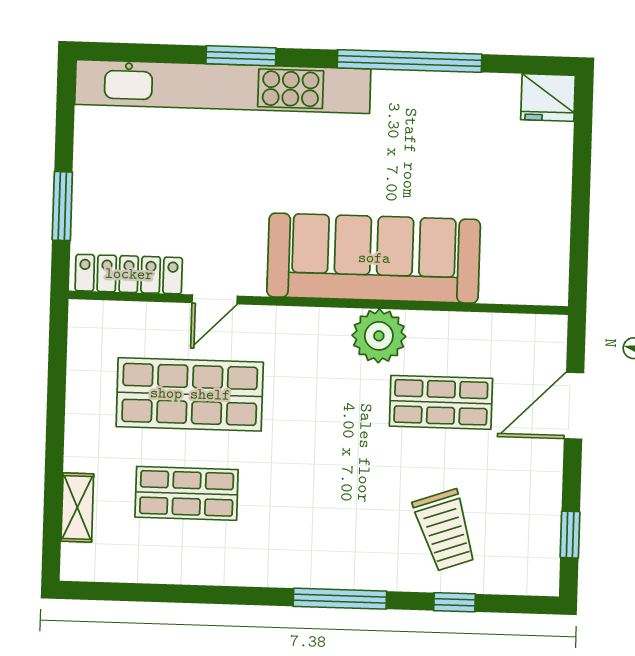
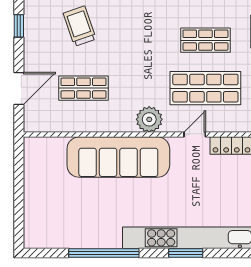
fridge: (548, 97) -> (36, 238), removed
plant: (379, 336) -> (149, 119), moved

